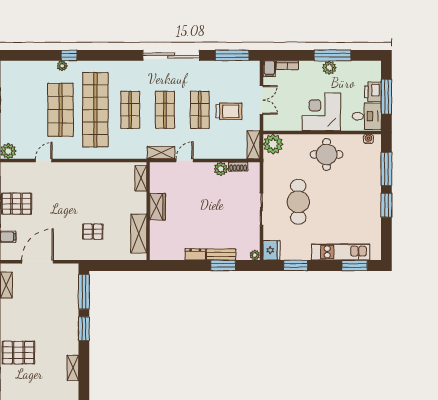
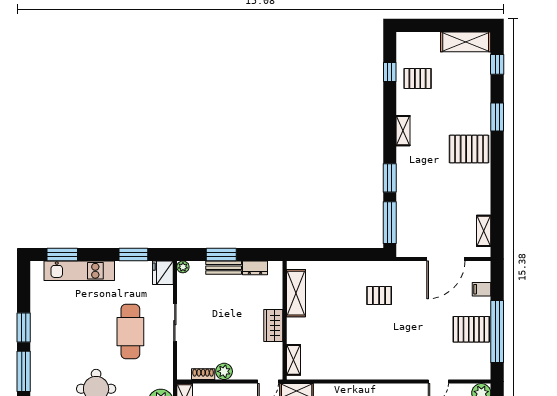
shelving: (141, 178) -> (294, 360), moved
wardrobe: (157, 207) -> (273, 326), moved
wall: (148, 211) -> (285, 320), moved
shelving: (139, 234) -> (296, 293), moved

